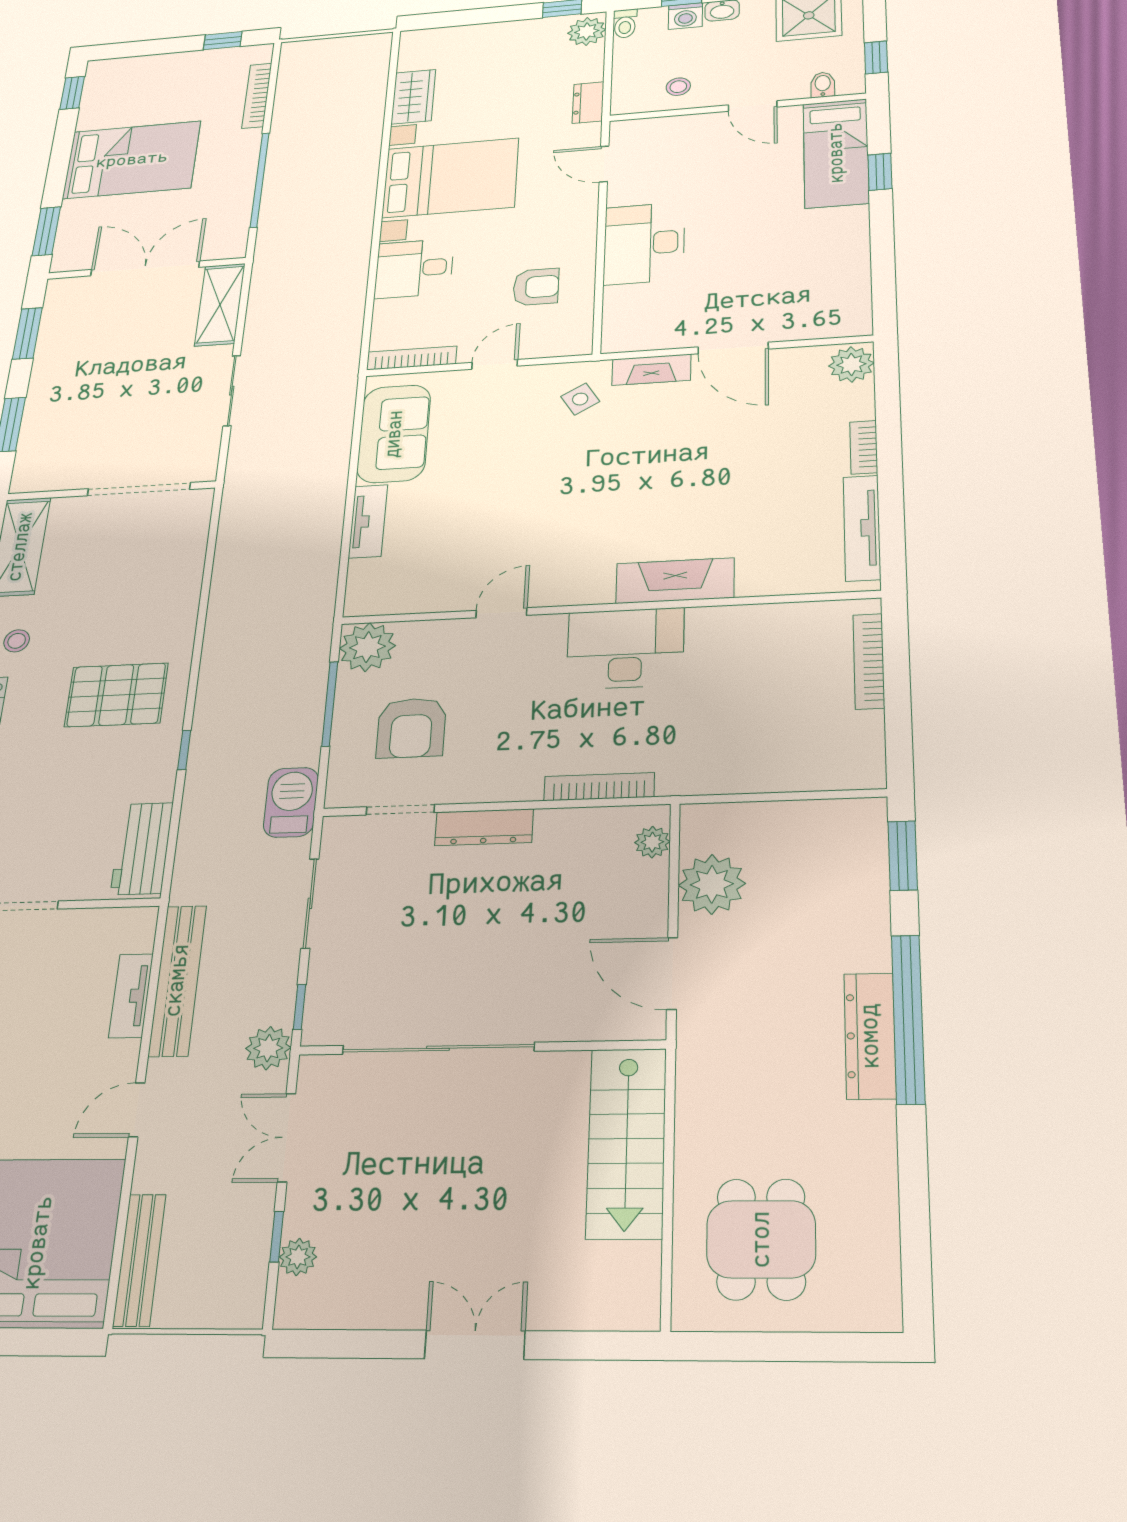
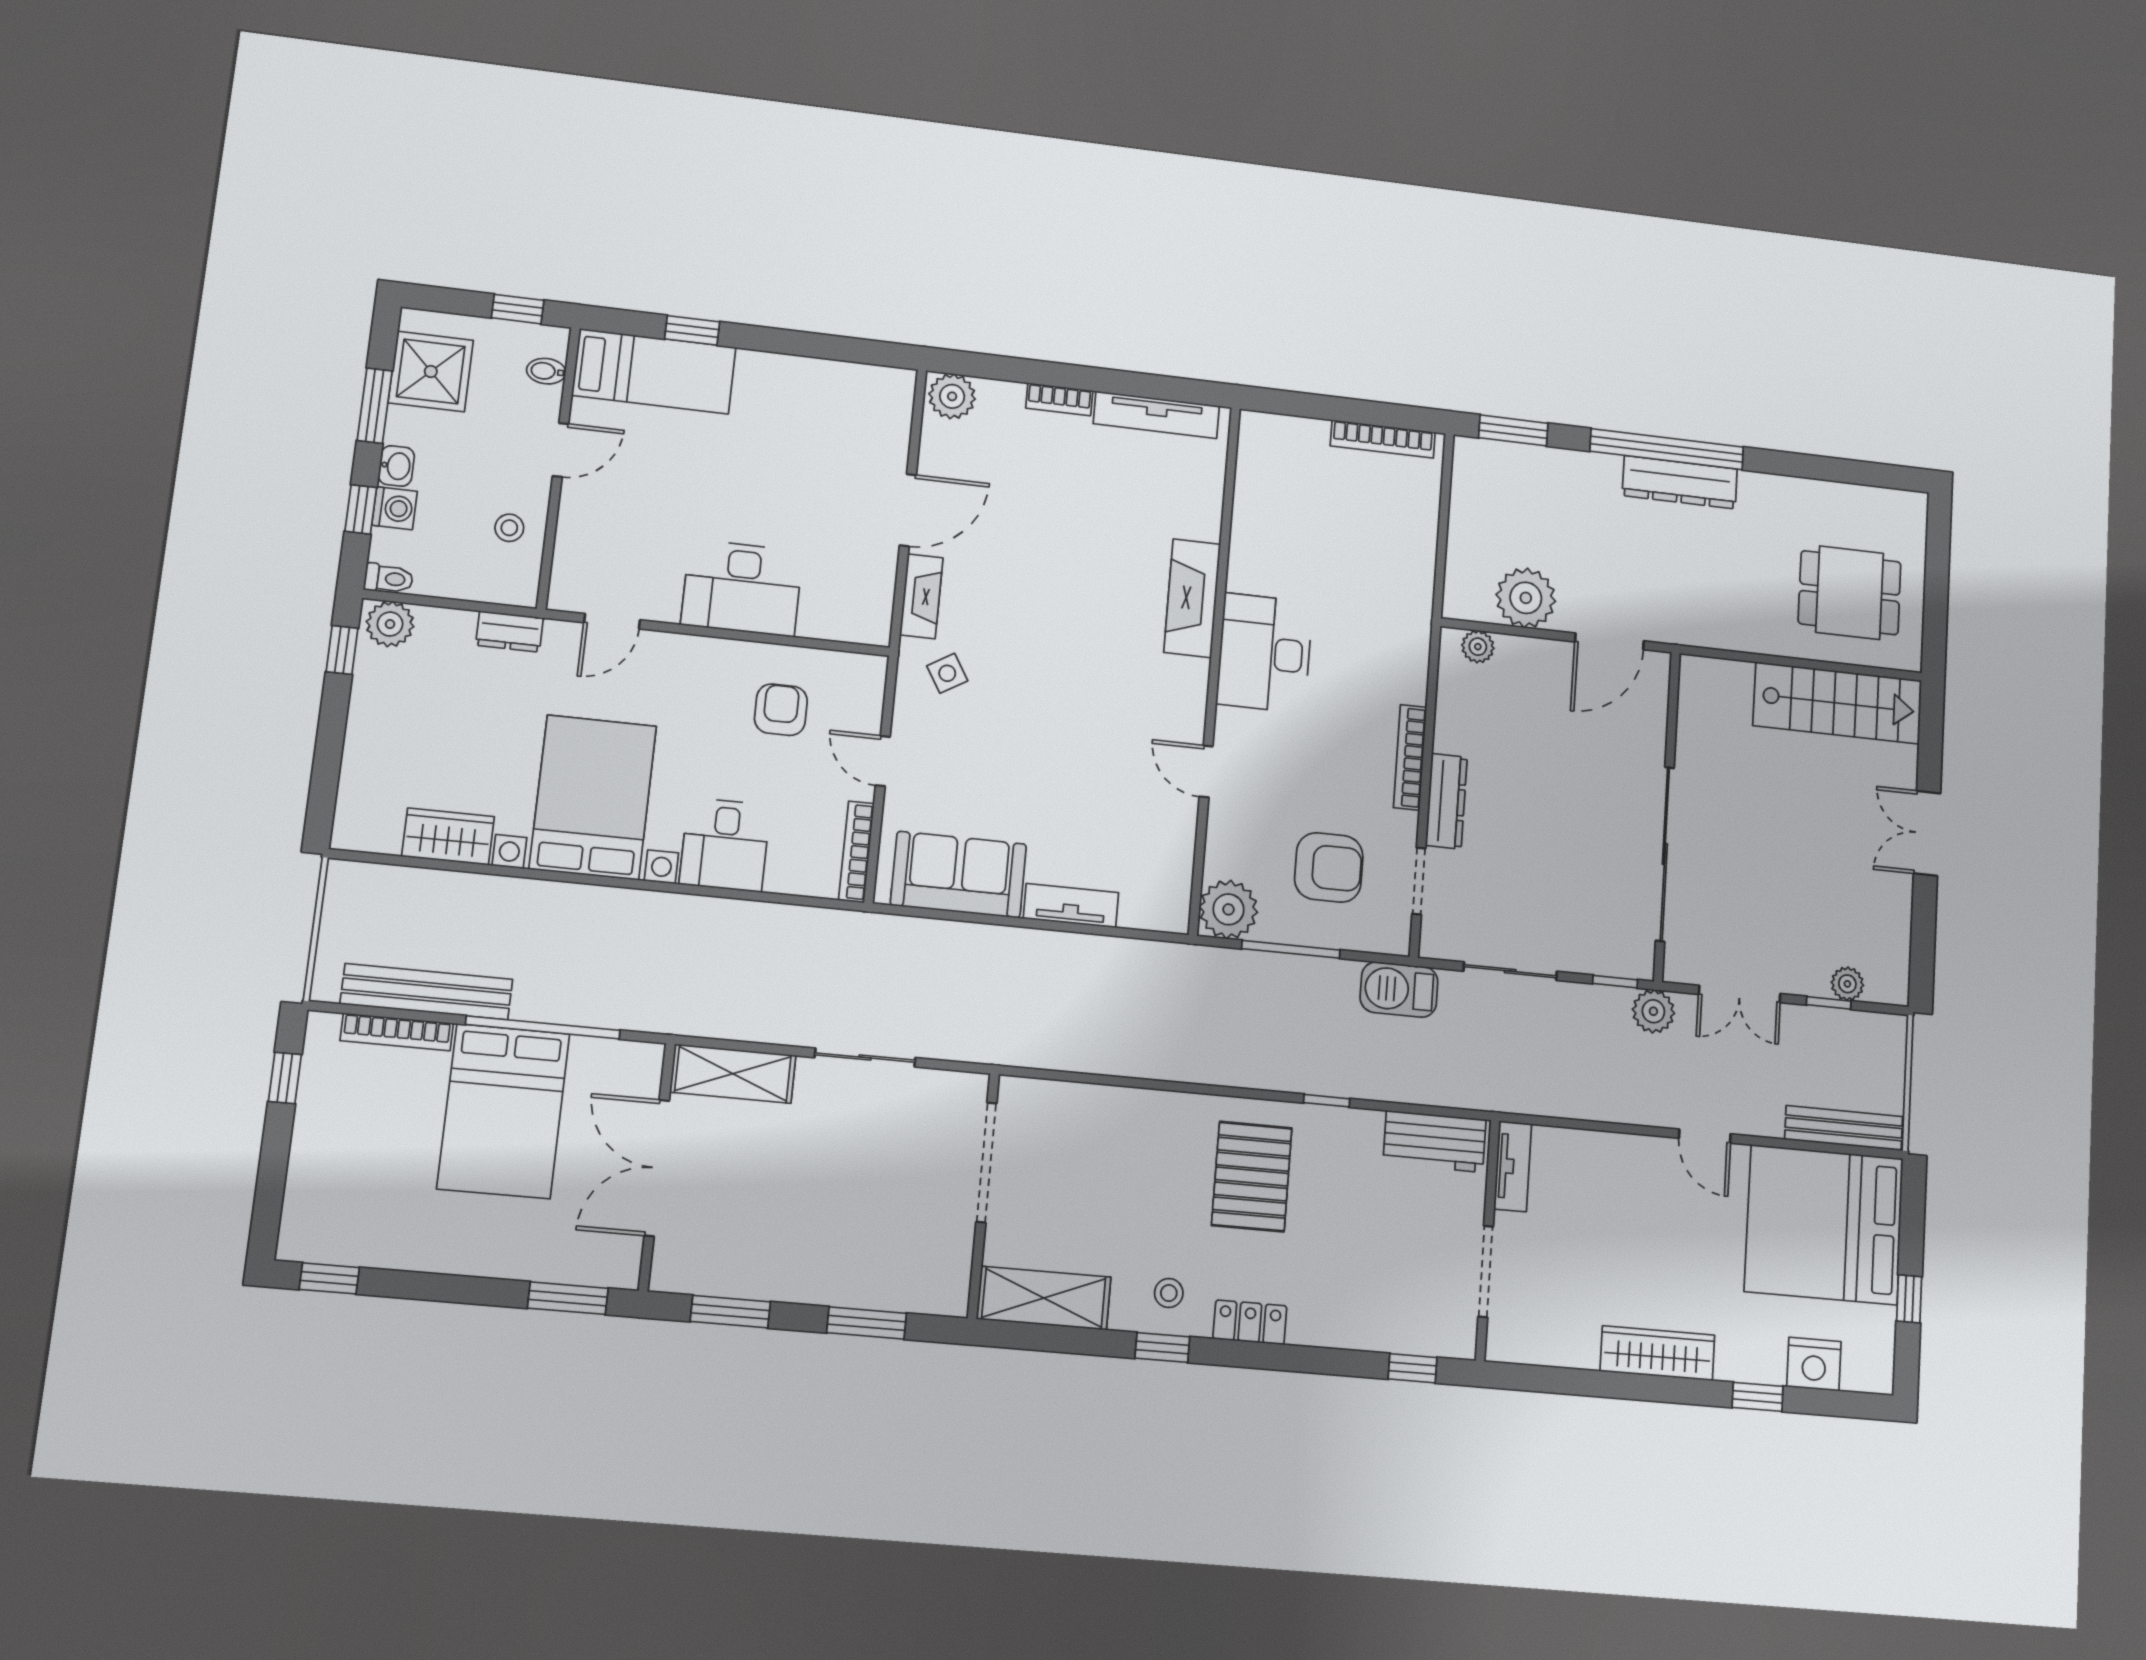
bed: (132, 160) -> (503, 1111), moved, turned 180
bookcase: (869, 661) -> (1383, 439), moved
bookcase: (599, 787) -> (1410, 757), moved
bench: (177, 980) -> (427, 992), moved
tv unit: (131, 996) -> (1513, 1166), moved, turned -90
stairs: (627, 1142) -> (1838, 703), moved

